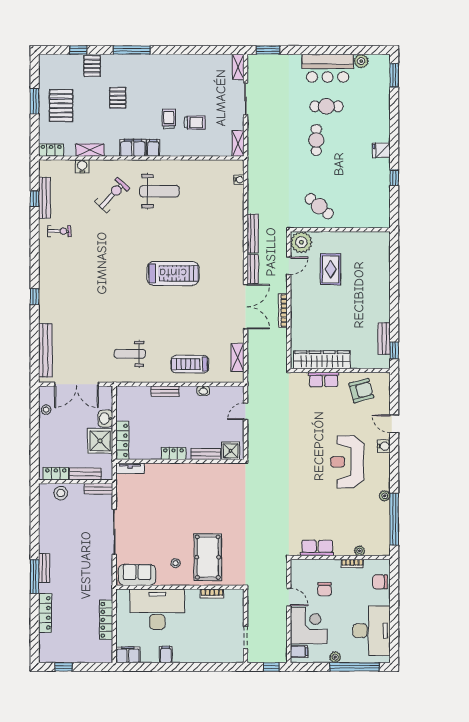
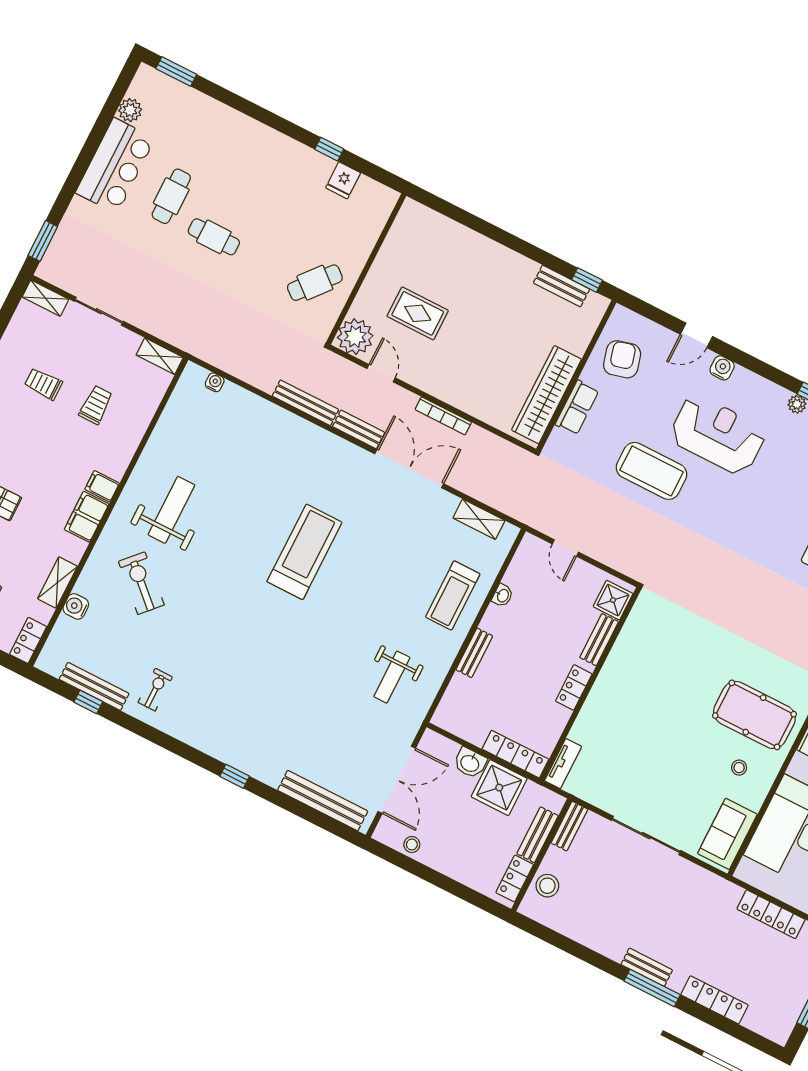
trolley: (169, 119) -> (43, 384), moved
fridge: (381, 150) -> (343, 180), moved
coffee table: (310, 436) -> (652, 471), added
reception desk: (347, 462) -> (718, 435), turned 180

